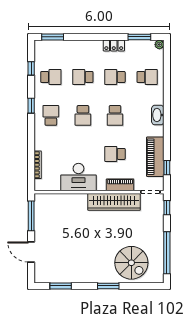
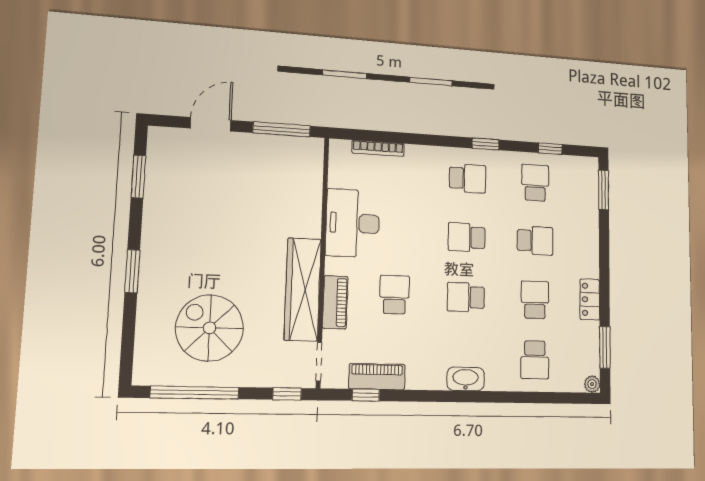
school desk: (51, 77) -> (535, 183), turned 180
school desk: (83, 77) -> (535, 241), turned 90
piano: (155, 157) -> (377, 377), width x0.73, depth x0.75
spiral stairs: (131, 263) -> (209, 328), moved, turned 90

